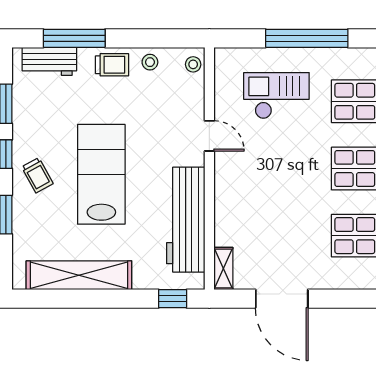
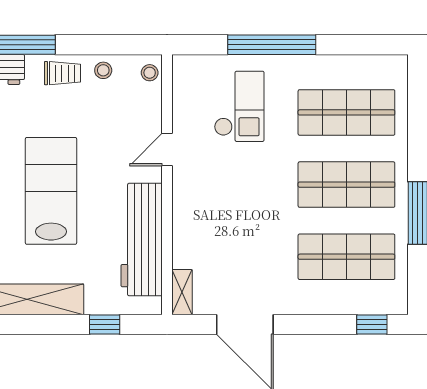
checkout: (276, 96) -> (239, 106), turned 90
door: (209, 136) -> (167, 150), swing flipped
window: (173, 299) -> (105, 324), moved

